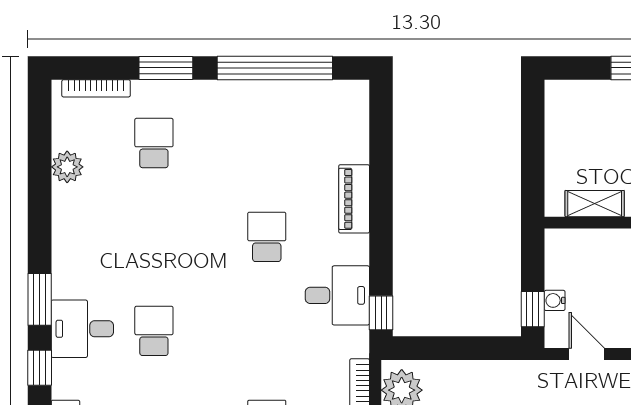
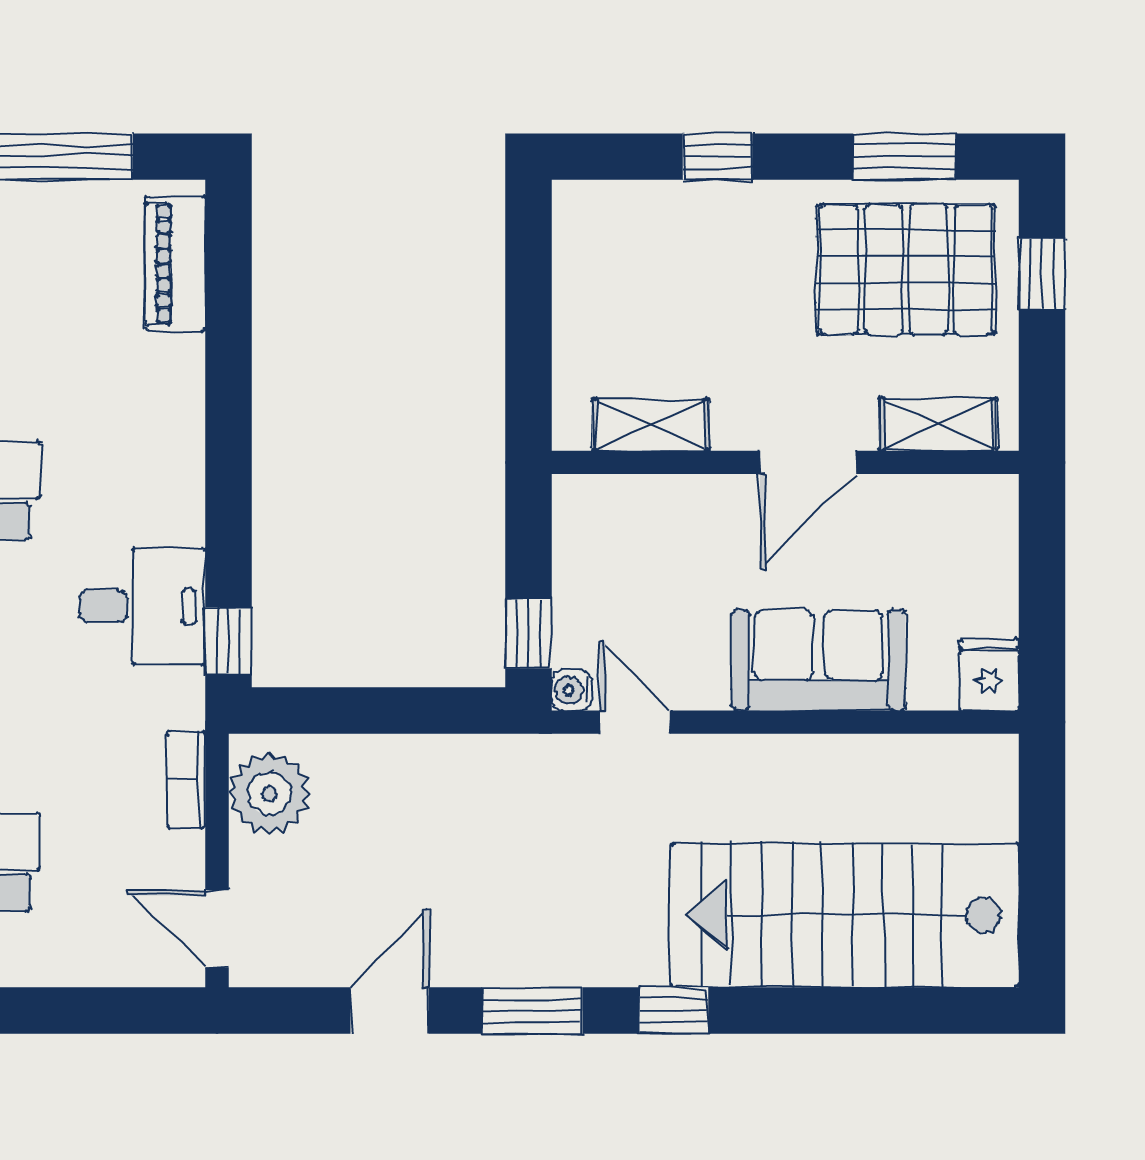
piano: (354, 199) -> (175, 264), moved
water cooler: (555, 300) -> (572, 690), moved

